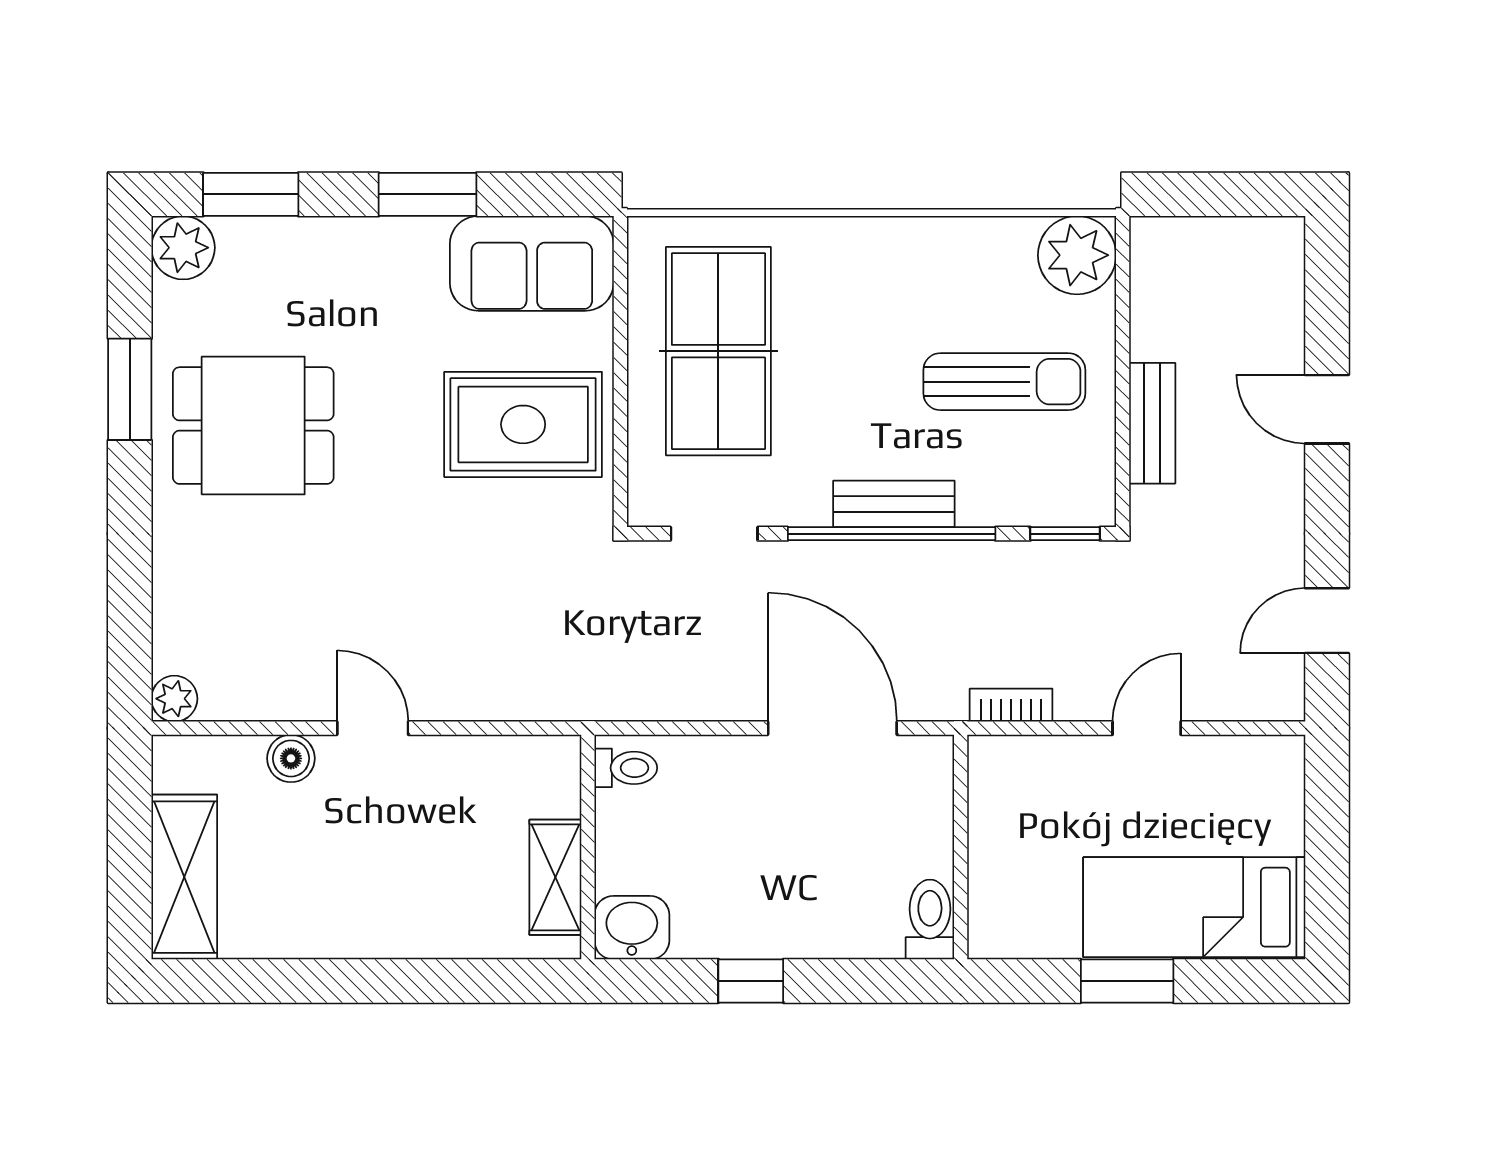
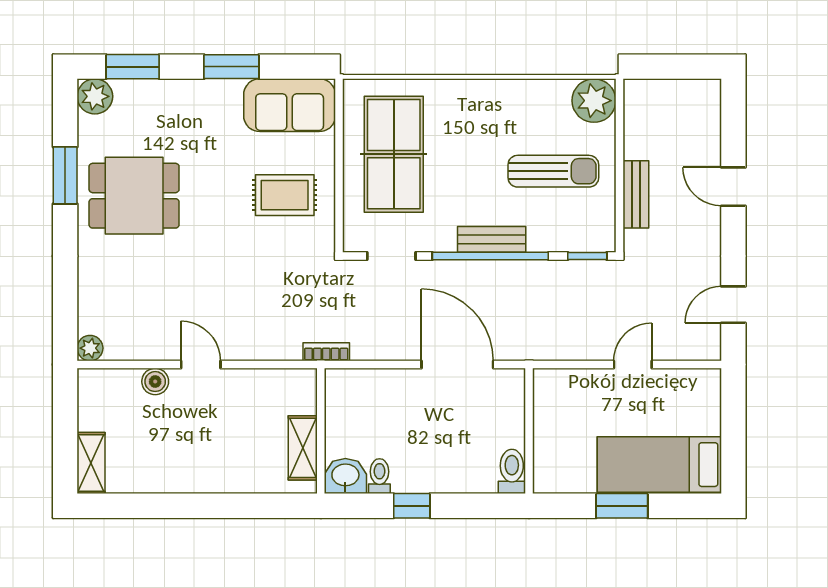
rug: (523, 424) -> (285, 195), width x0.73, depth x0.70
bookcase: (1011, 705) -> (326, 352), moved
toilet: (626, 768) -> (379, 476), moved, turned -90
shelving: (184, 877) -> (91, 463), width x0.67, depth x0.75

